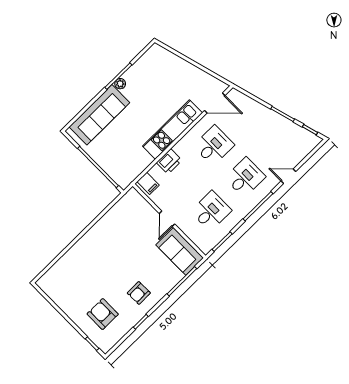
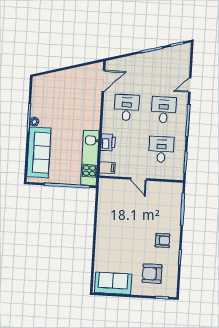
kitchen unit: (172, 130) -> (90, 158), moved
sofa: (180, 251) -> (113, 283), moved, turned 180
armchair: (139, 293) -> (163, 240), turned -89

